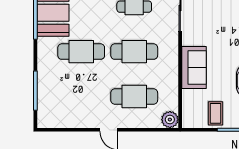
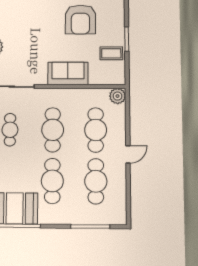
cafe table: (81, 97) -> (96, 181), added

